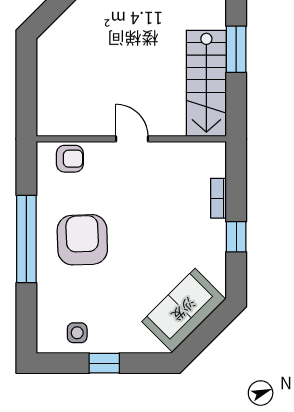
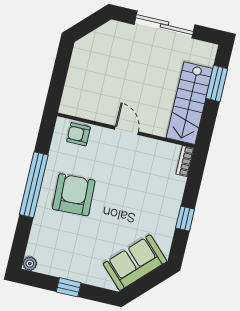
armchair: (70, 159) -> (78, 134), turned 180
bookcase: (218, 198) -> (185, 161), moved
side table: (77, 333) -> (54, 261), removed
plant: (46, 344) -> (30, 264), added

